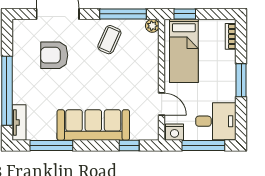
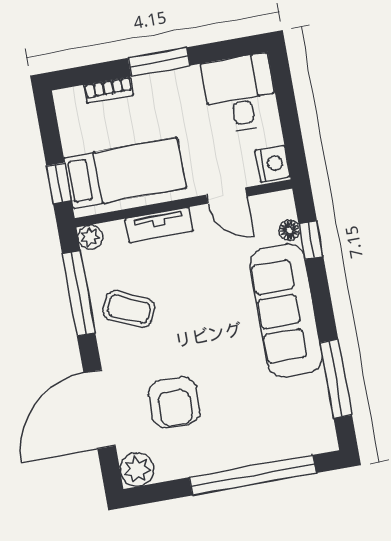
plant: (21, 28) -> (137, 469), added
bookcase: (231, 36) -> (109, 90), moved
door: (162, 104) -> (227, 196), swing flipped
tv unit: (19, 122) -> (159, 225), moved, turned 180
floor lamp: (136, 135) -> (289, 230), added
window: (203, 145) -> (287, 108), removed

